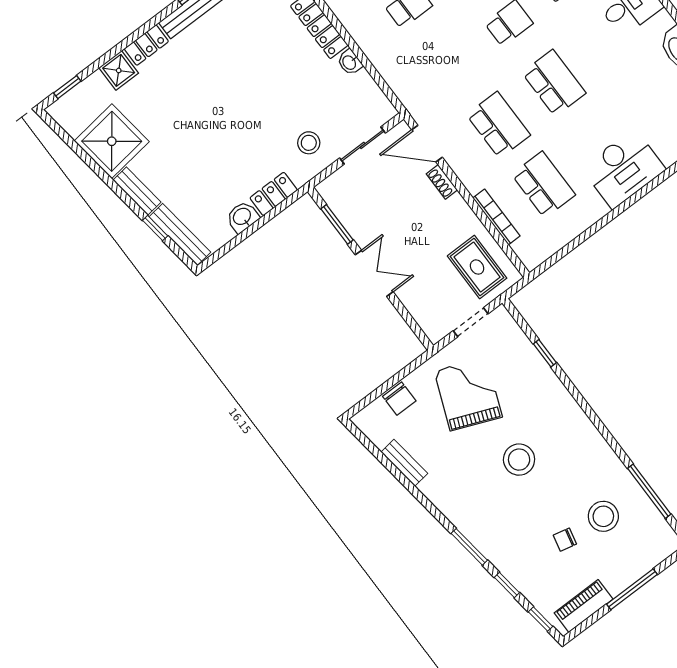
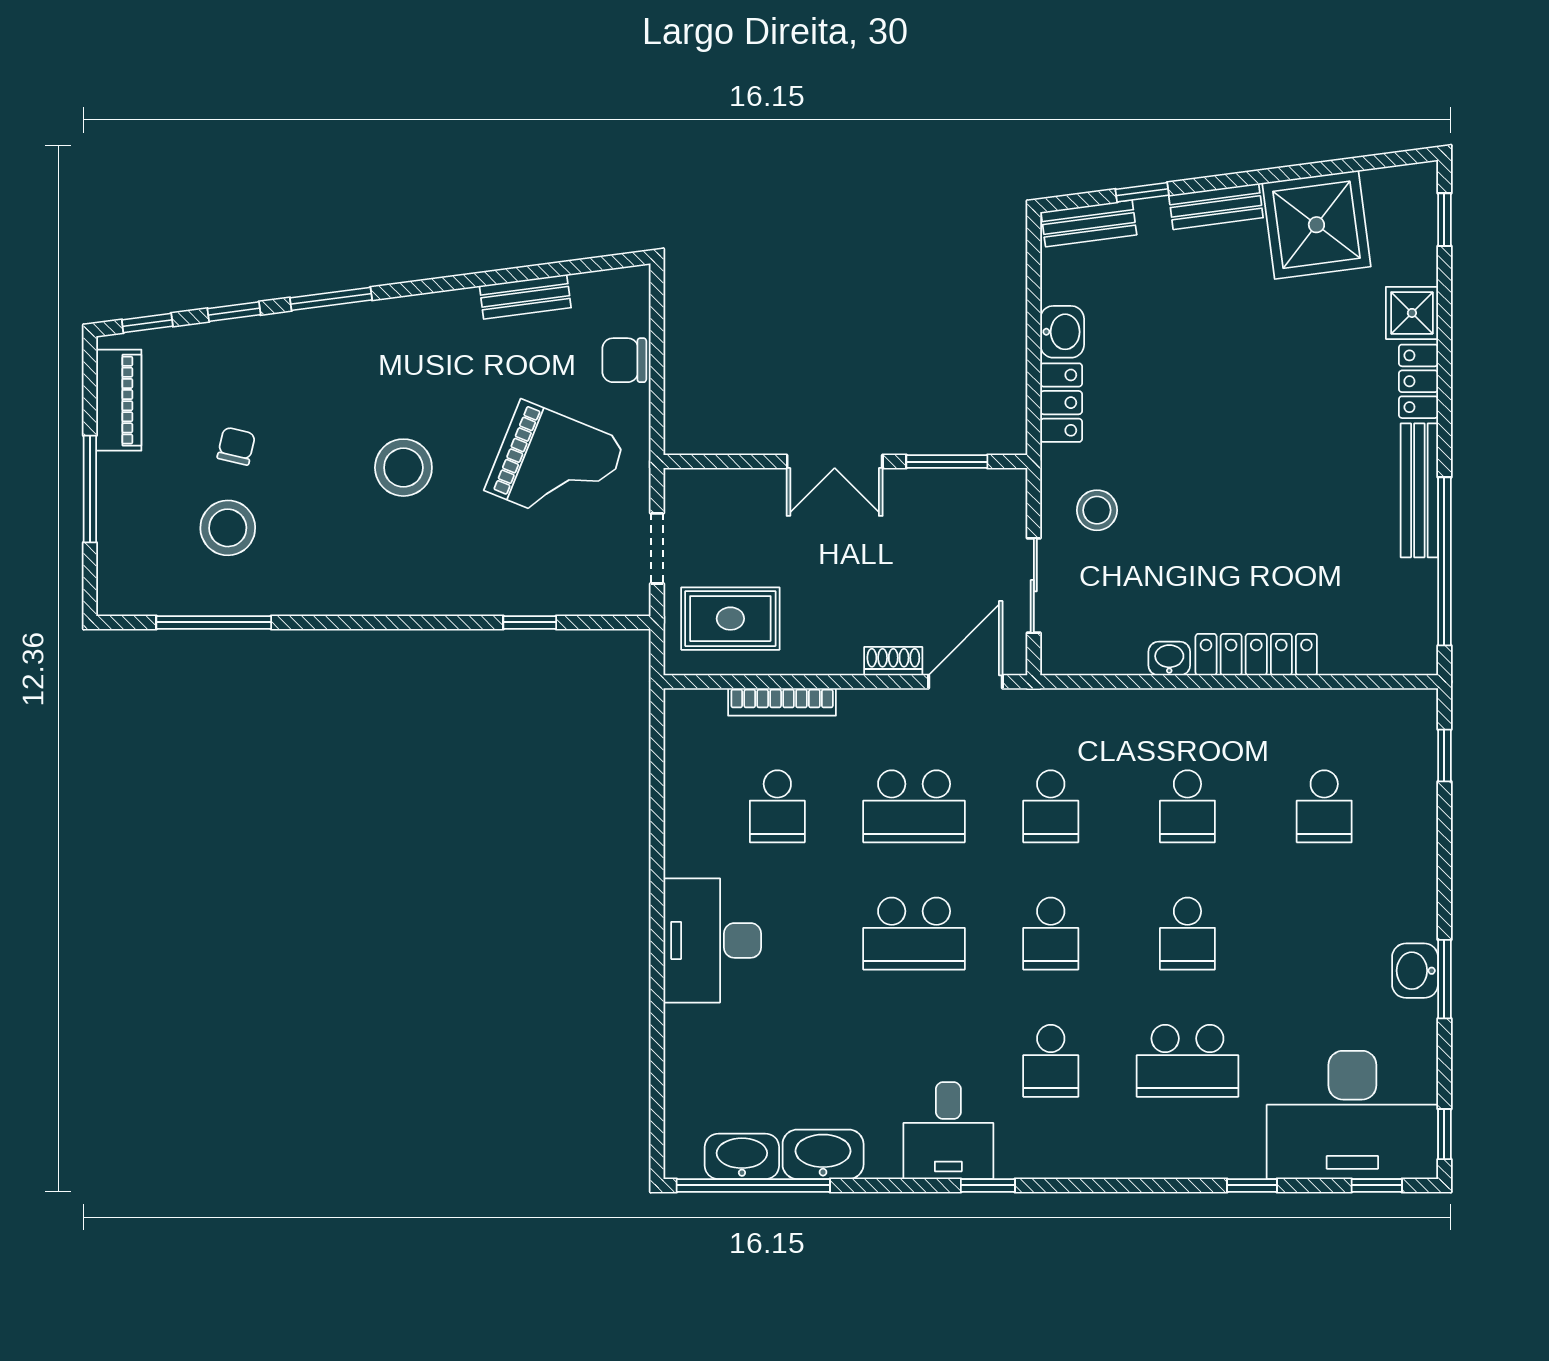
school desk: (453, 65) -> (1051, 806), added
school desk: (543, 185) -> (777, 806), width x0.54
bench: (180, 234) -> (1089, 223), width x0.73

